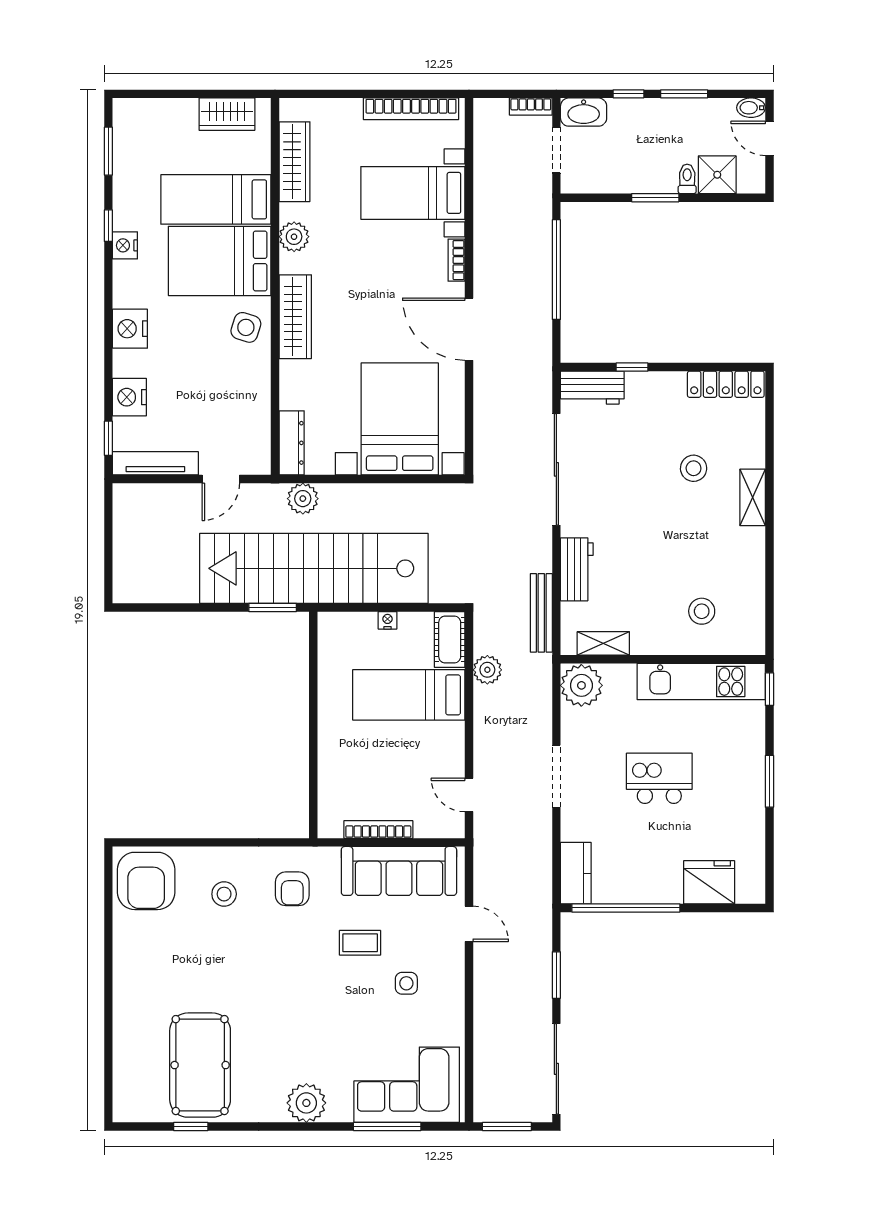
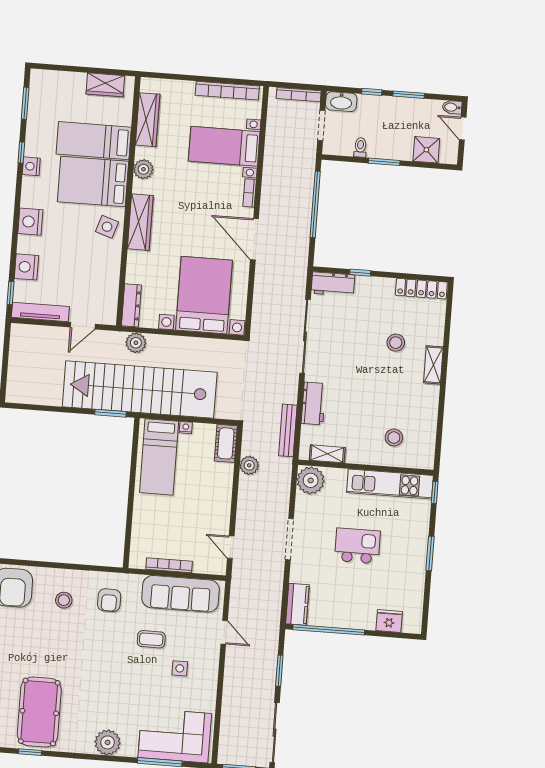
bookcase: (531, 106) -> (299, 95), width x1.56
toilet: (687, 179) -> (360, 147), moved
bed: (409, 695) -> (159, 457), moved, turned -90
fridge: (709, 882) -> (389, 621), width x0.73, depth x0.75

